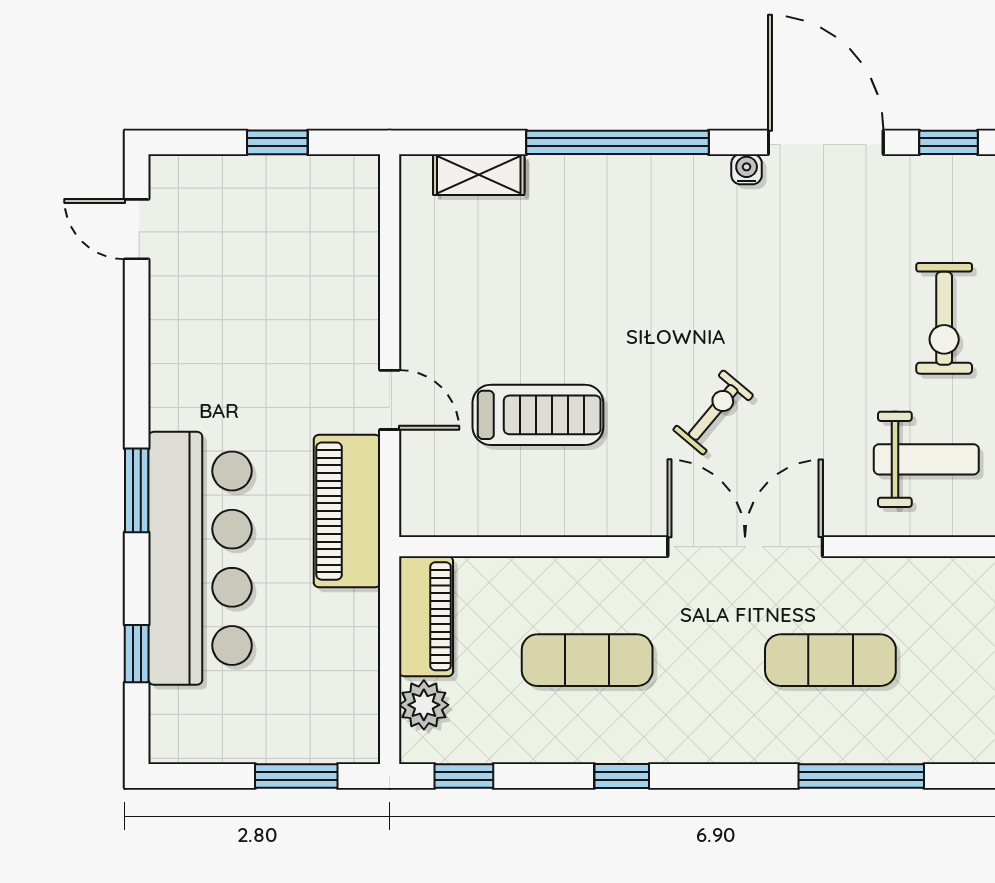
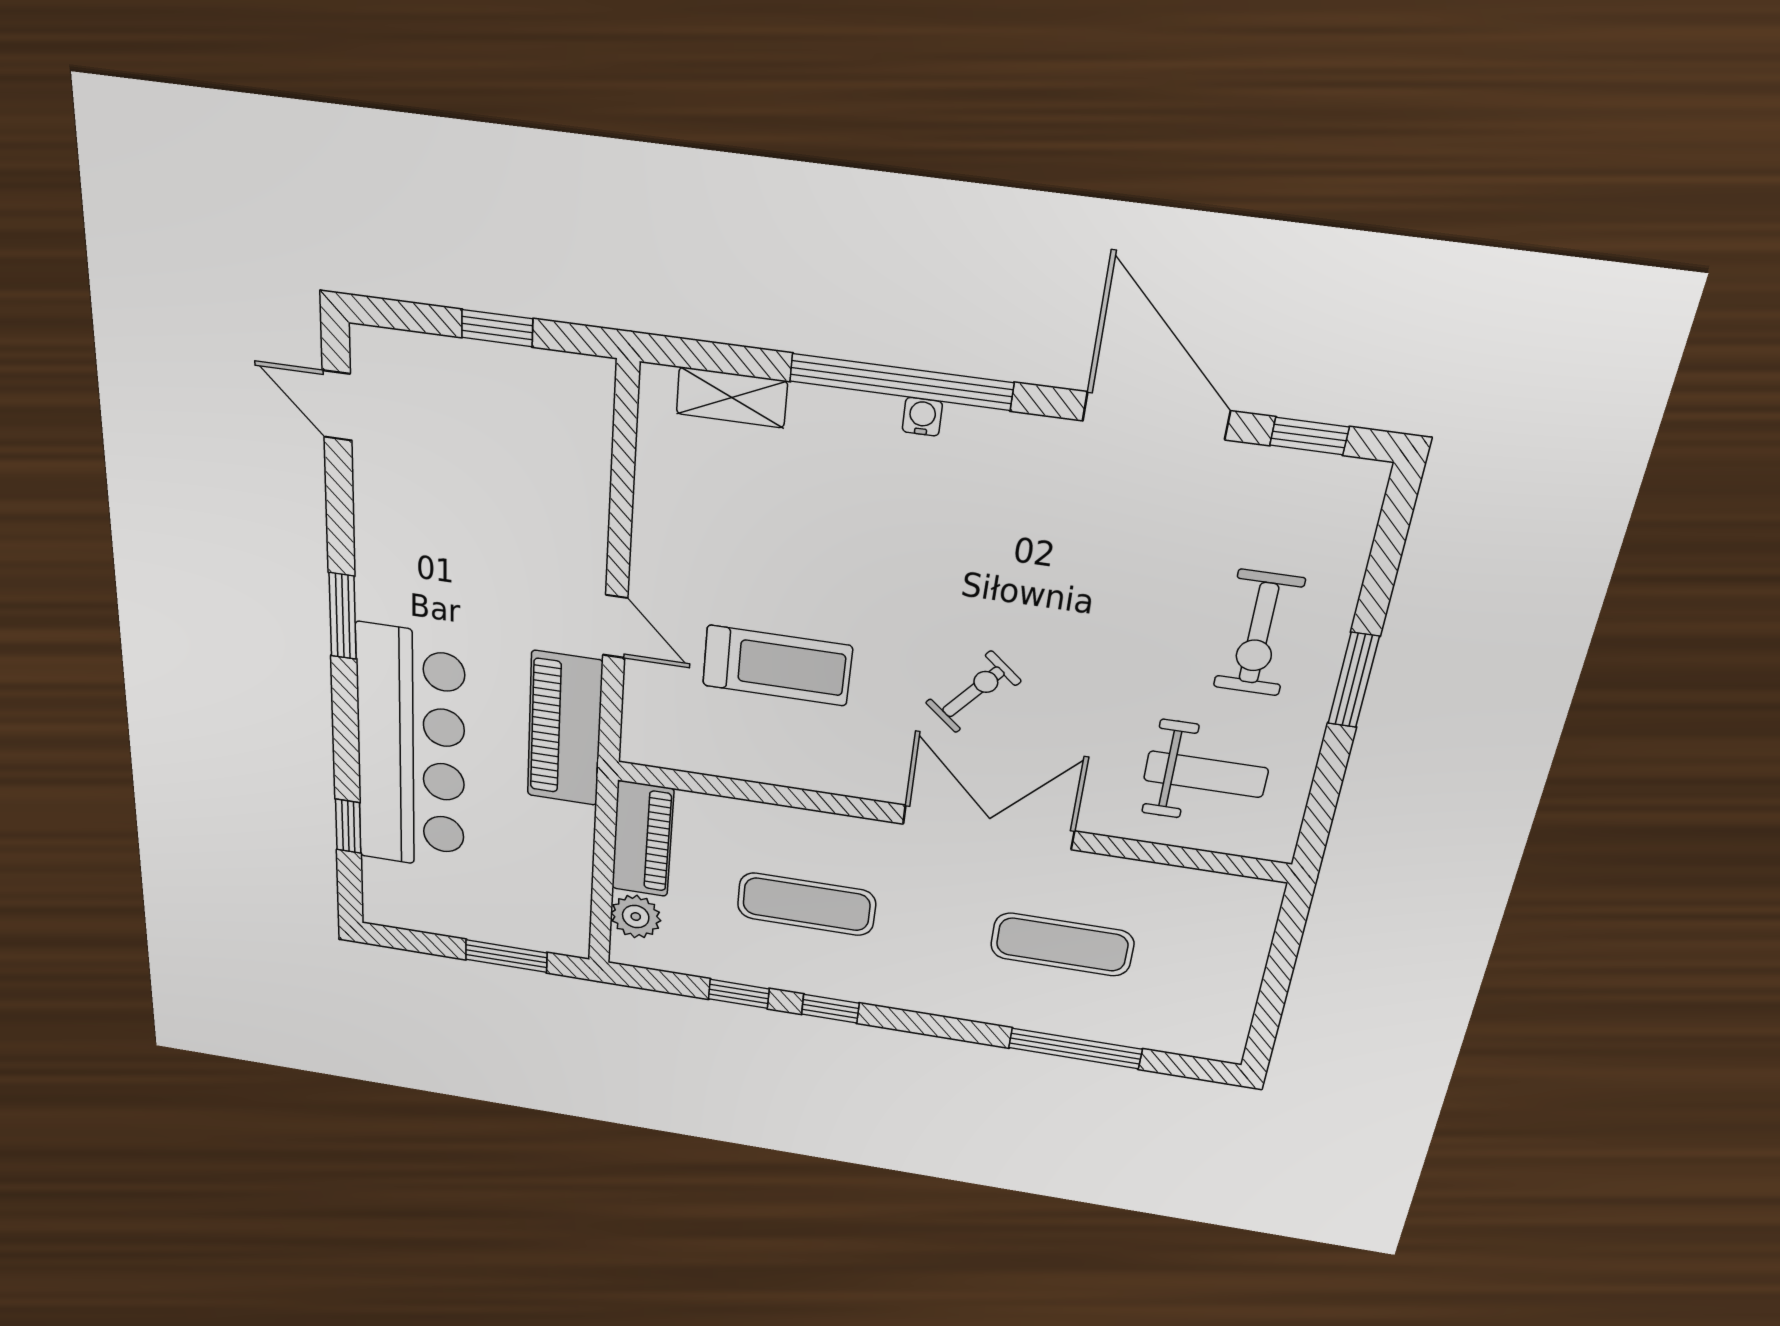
water cooler: (747, 169) -> (922, 417), moved
window: (137, 490) -> (343, 616), moved
window: (464, 776) -> (739, 994), moved

